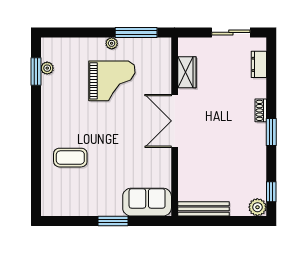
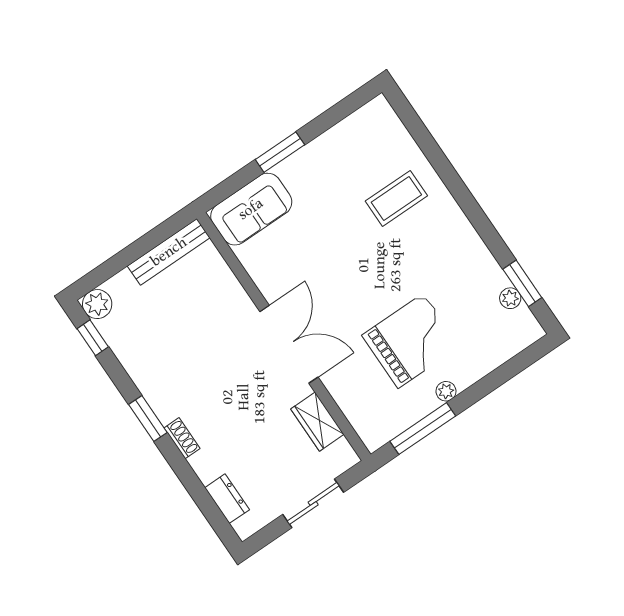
sliding door: (231, 32) -> (313, 503), moved
grand piano: (112, 81) -> (411, 341), turned 180

